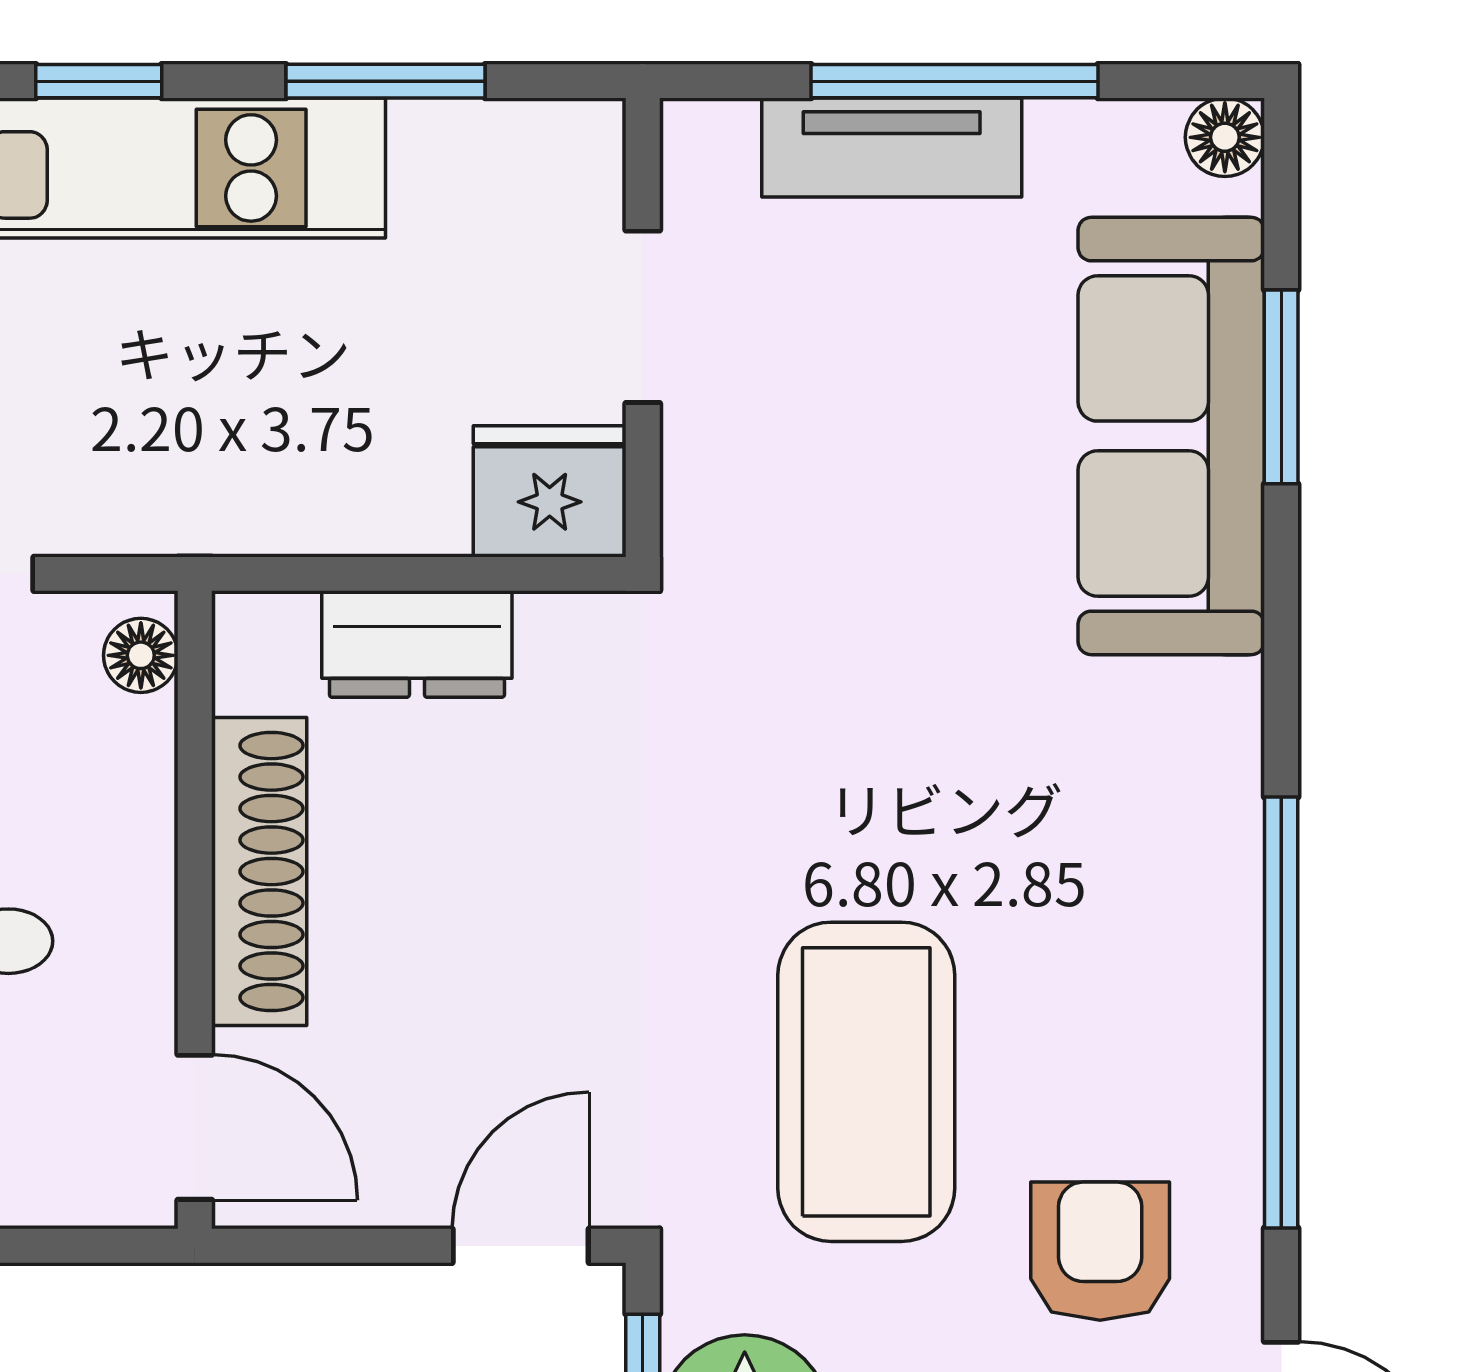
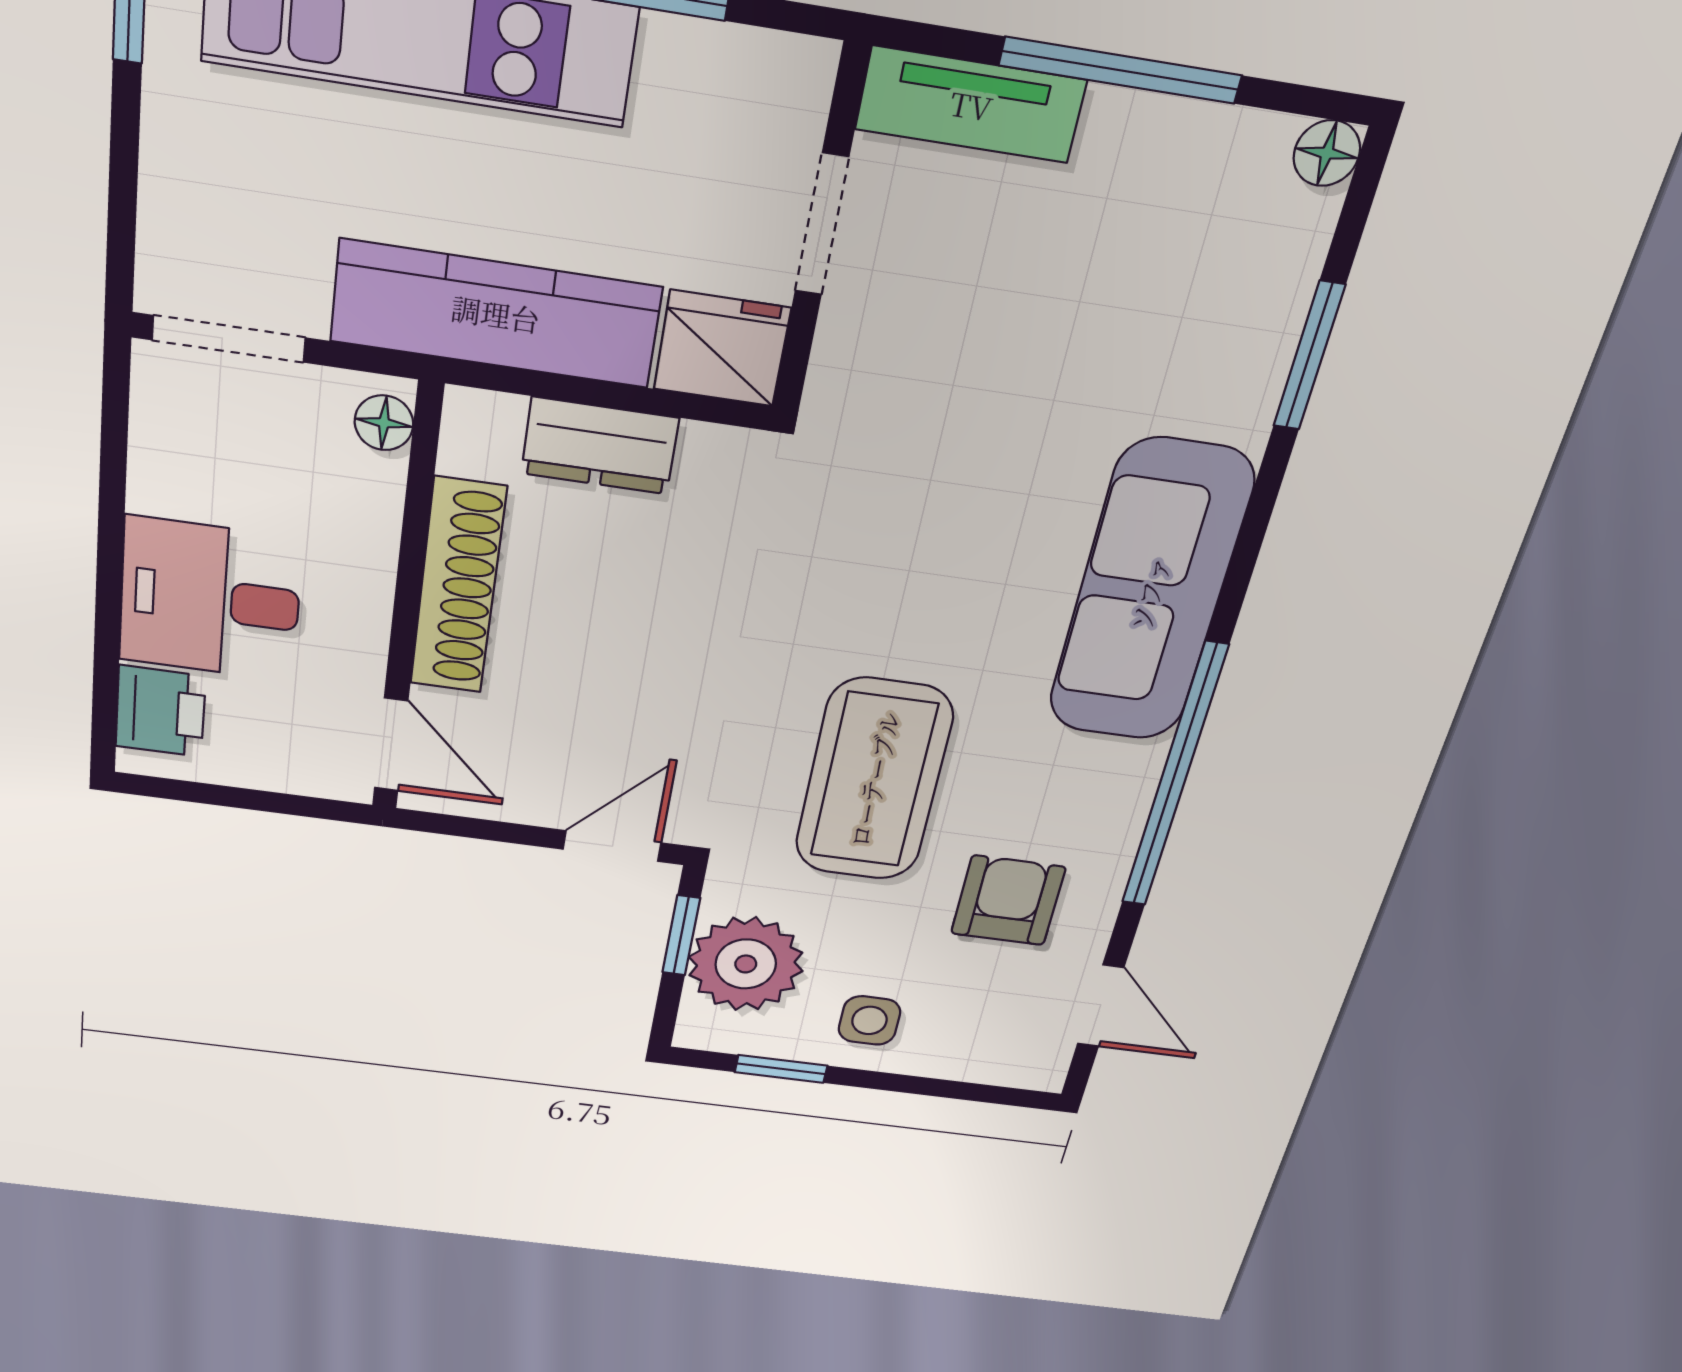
tv unit: (892, 147) -> (971, 105), moved
sofa: (1171, 436) -> (1150, 593), moved
kitchen counter: (265, 490) -> (496, 314), added

